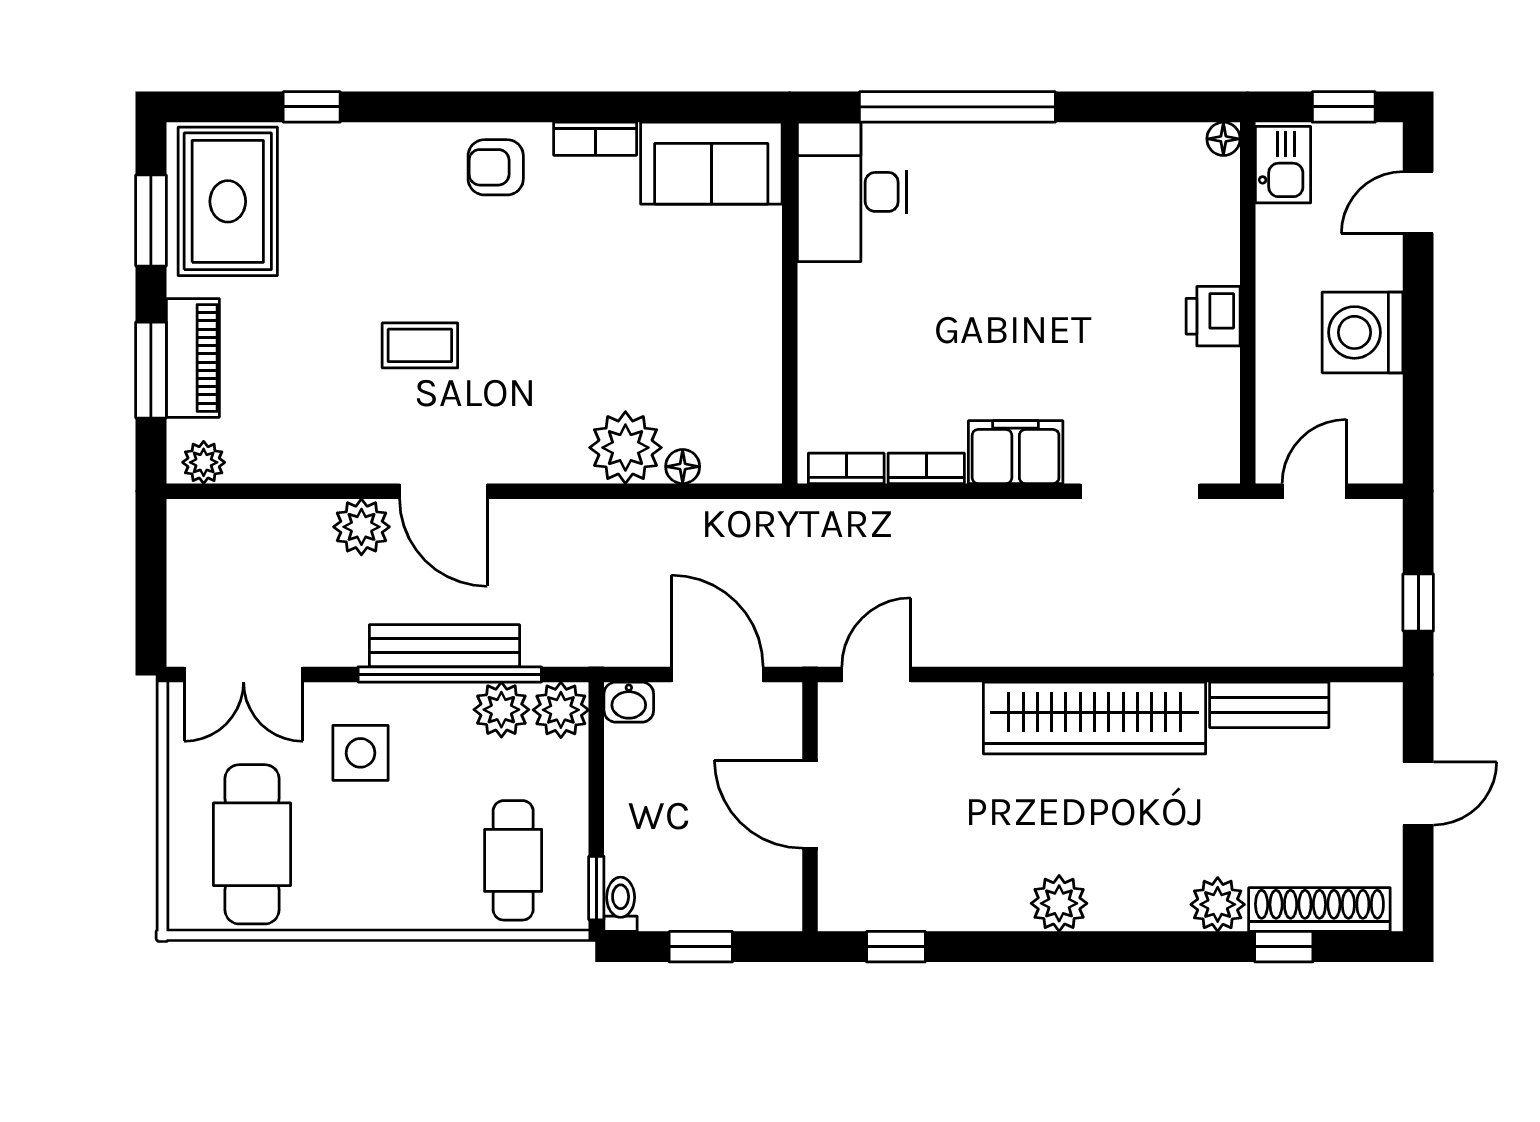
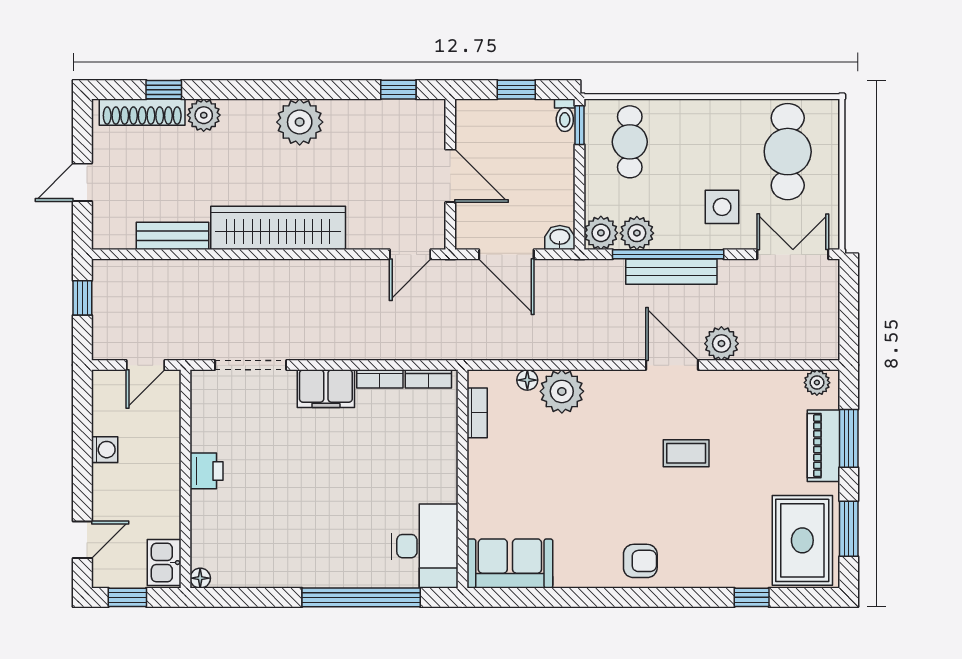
bookcase: (595, 139) -> (477, 413), moved, turned 90
washing machine: (1363, 332) -> (105, 450), width x0.53, depth x0.53
plant: (1059, 903) -> (300, 122), width x1.36, depth x1.36

